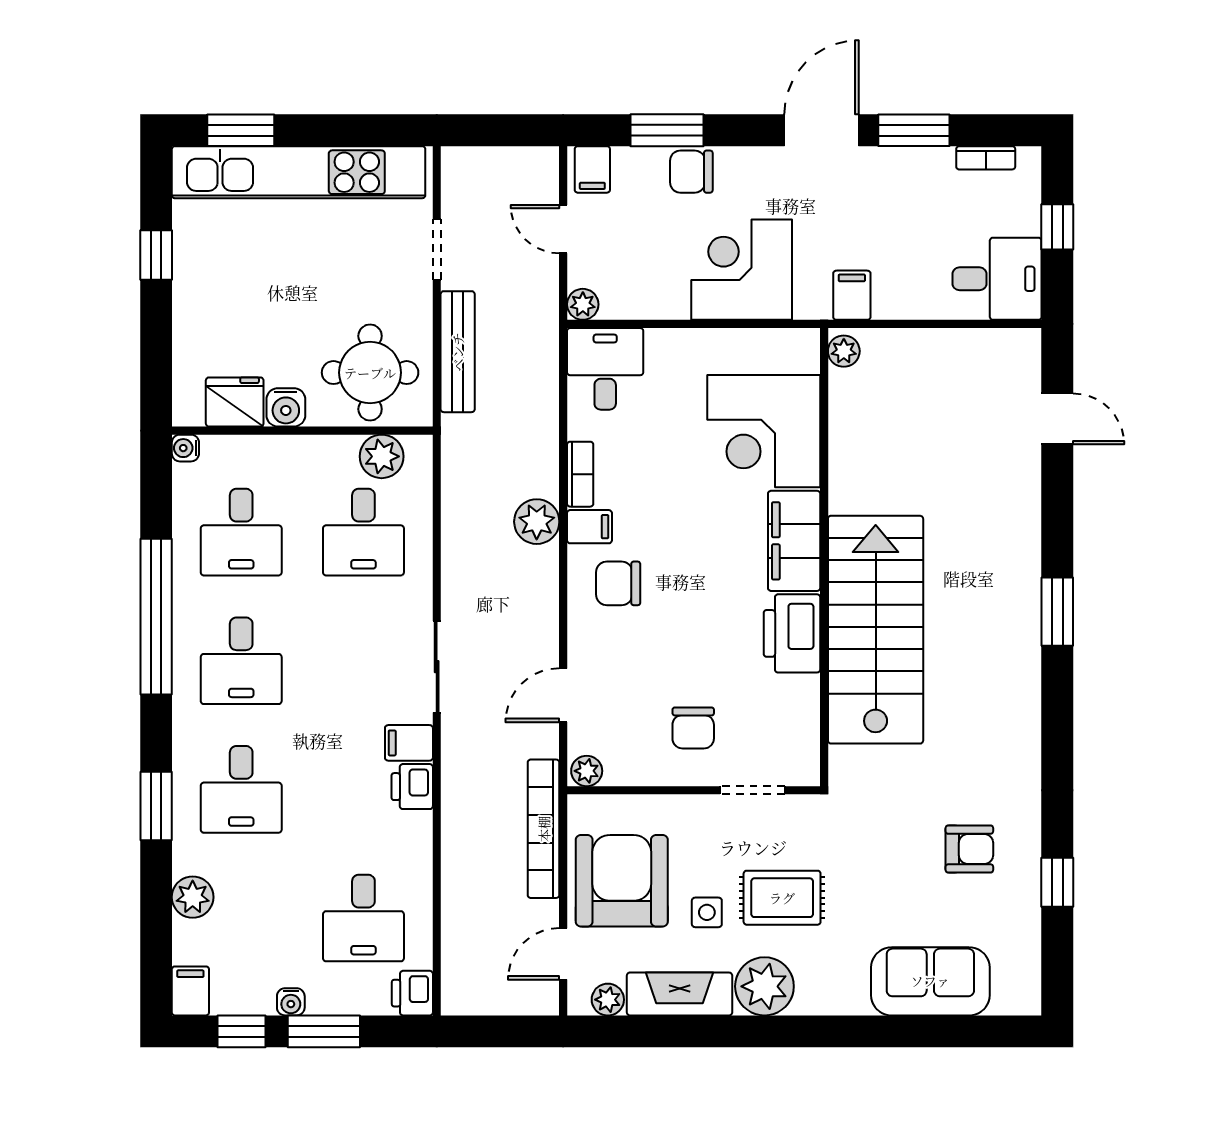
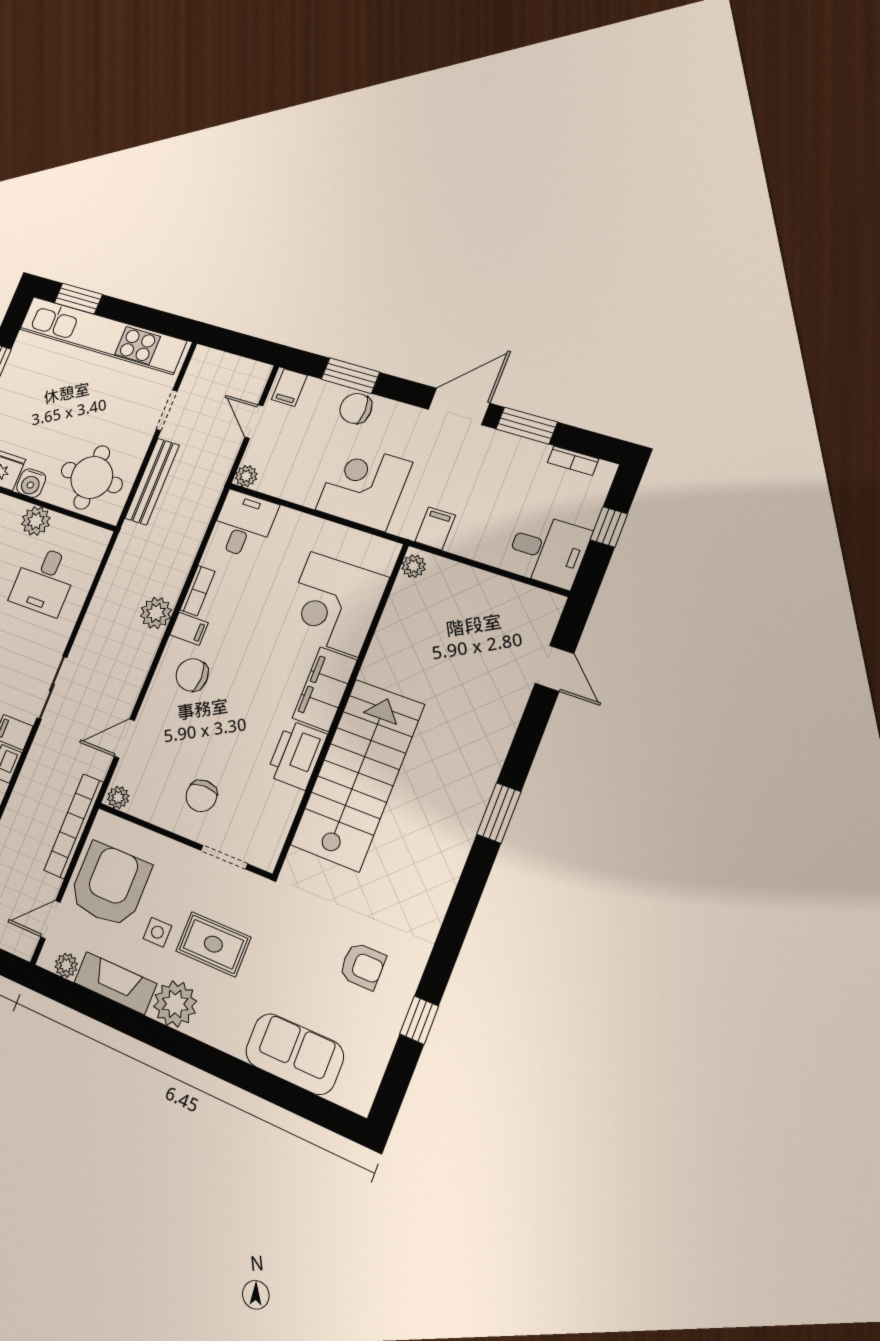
plant: (382, 456) -> (36, 521), moved

